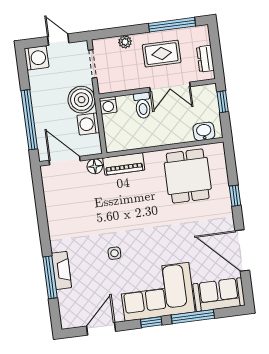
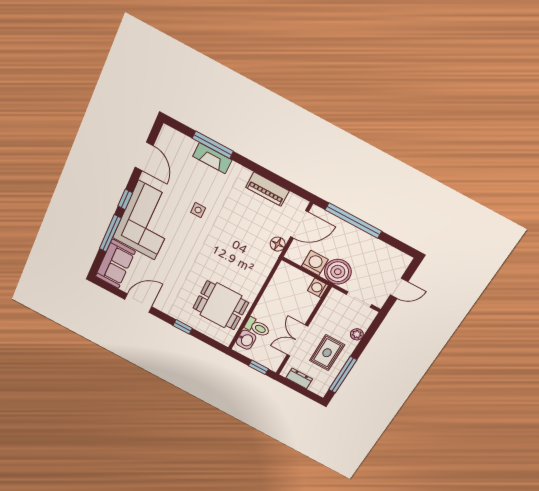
washing machine: (37, 58) -> (398, 262), removed
toilet: (143, 105) -> (257, 327), moved, turned 180
piano: (124, 164) -> (267, 189), moved, turned -90
door: (242, 250) -> (138, 303), width x0.73

